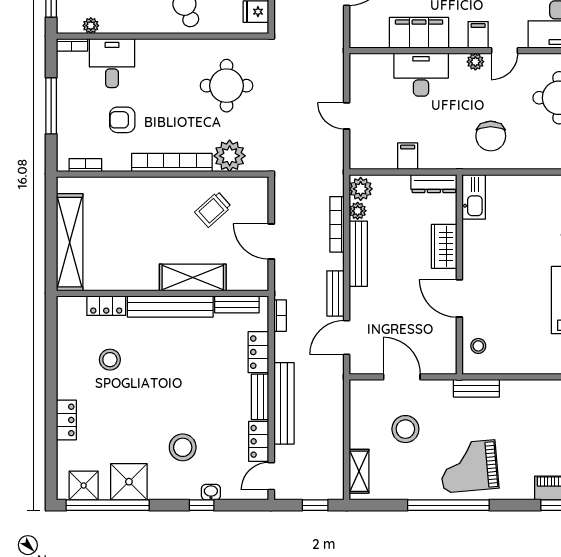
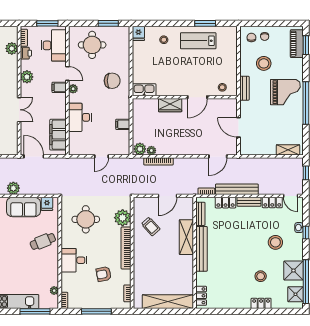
filing cabinet: (419, 33) -> (58, 135), moved
desk: (112, 63) -> (74, 260), moved
armchair: (122, 120) -> (104, 274), turned 79
dresser: (434, 184) -> (137, 111), removed
bench: (358, 254) -> (174, 150), removed
bench: (335, 293) -> (195, 162), removed
locker: (106, 306) -> (201, 296), moved
door: (347, 337) -> (218, 156), hinge flipped
stool: (110, 360) -> (261, 276), moved
door: (402, 377) -> (239, 127), hinge flipped
bench: (284, 403) -> (237, 189), moved
stool: (405, 429) -> (264, 63), moved
grand piano: (469, 466) -> (285, 92), turned -85

